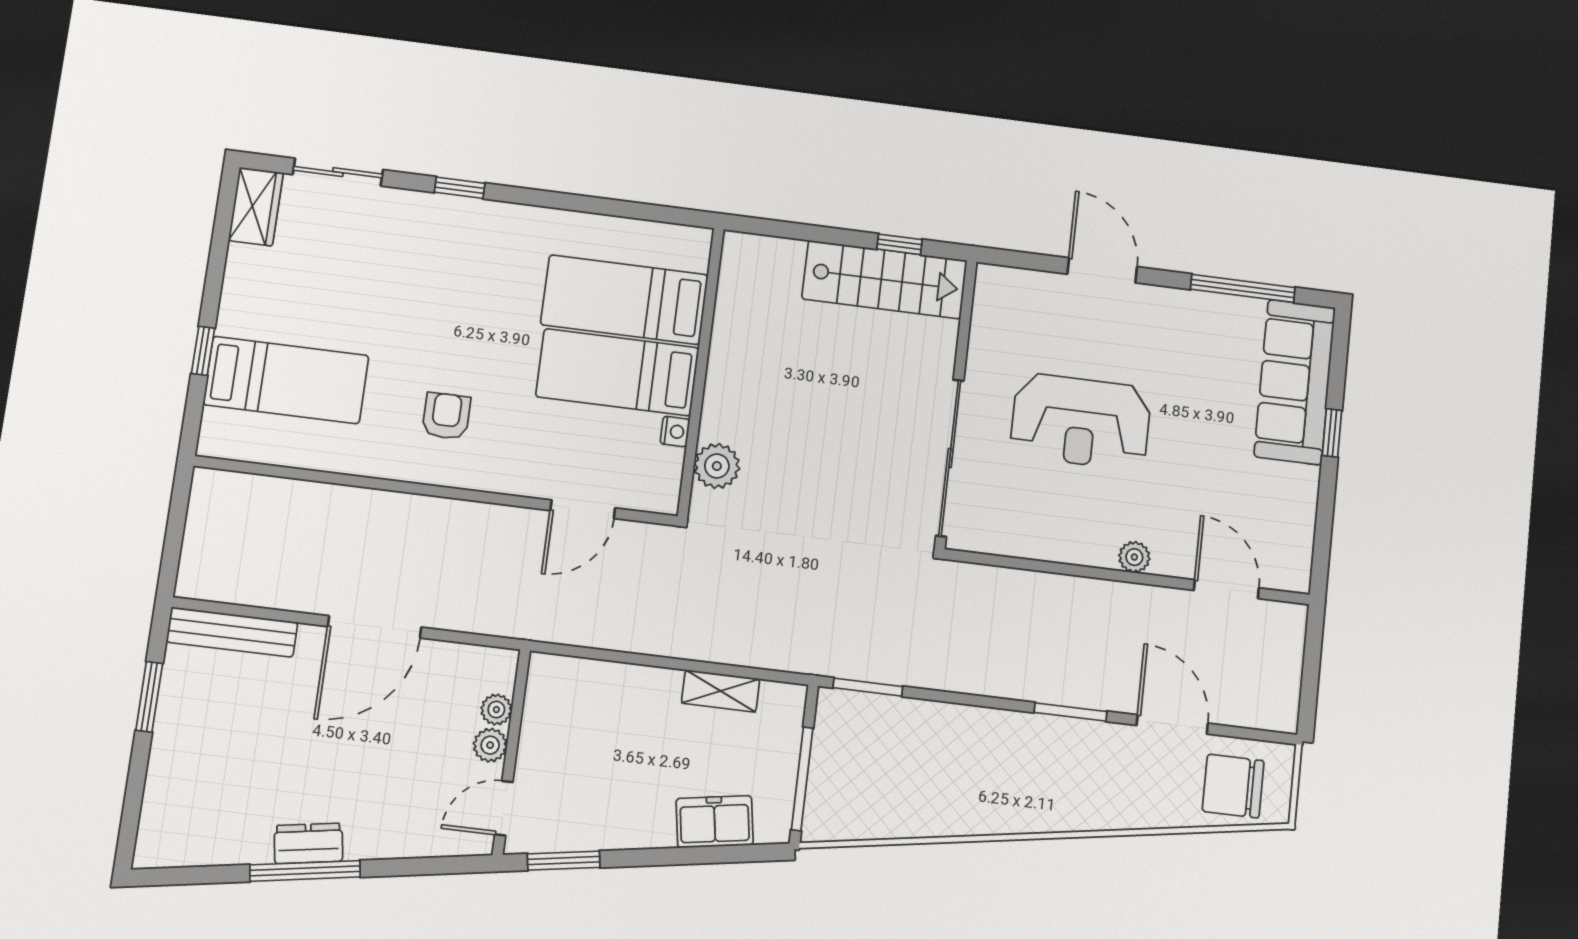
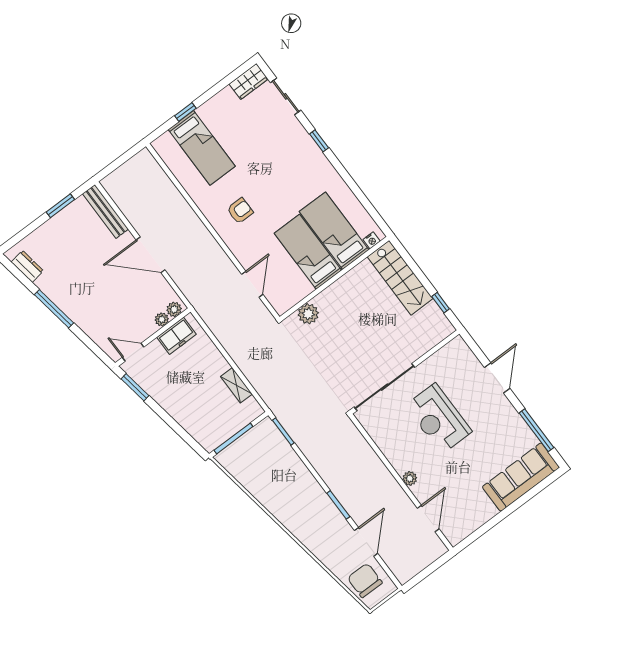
stairs: (884, 280) -> (400, 278), moved
nightstand: (675, 431) -> (372, 240), moved
window: (1332, 433) -> (515, 505), removed
door: (583, 509) -> (252, 284), swing flipped
plant: (490, 745) -> (174, 309), moved
freezer: (715, 822) -> (177, 336), moved, turned 99
dresser: (308, 843) -> (27, 266), moved

